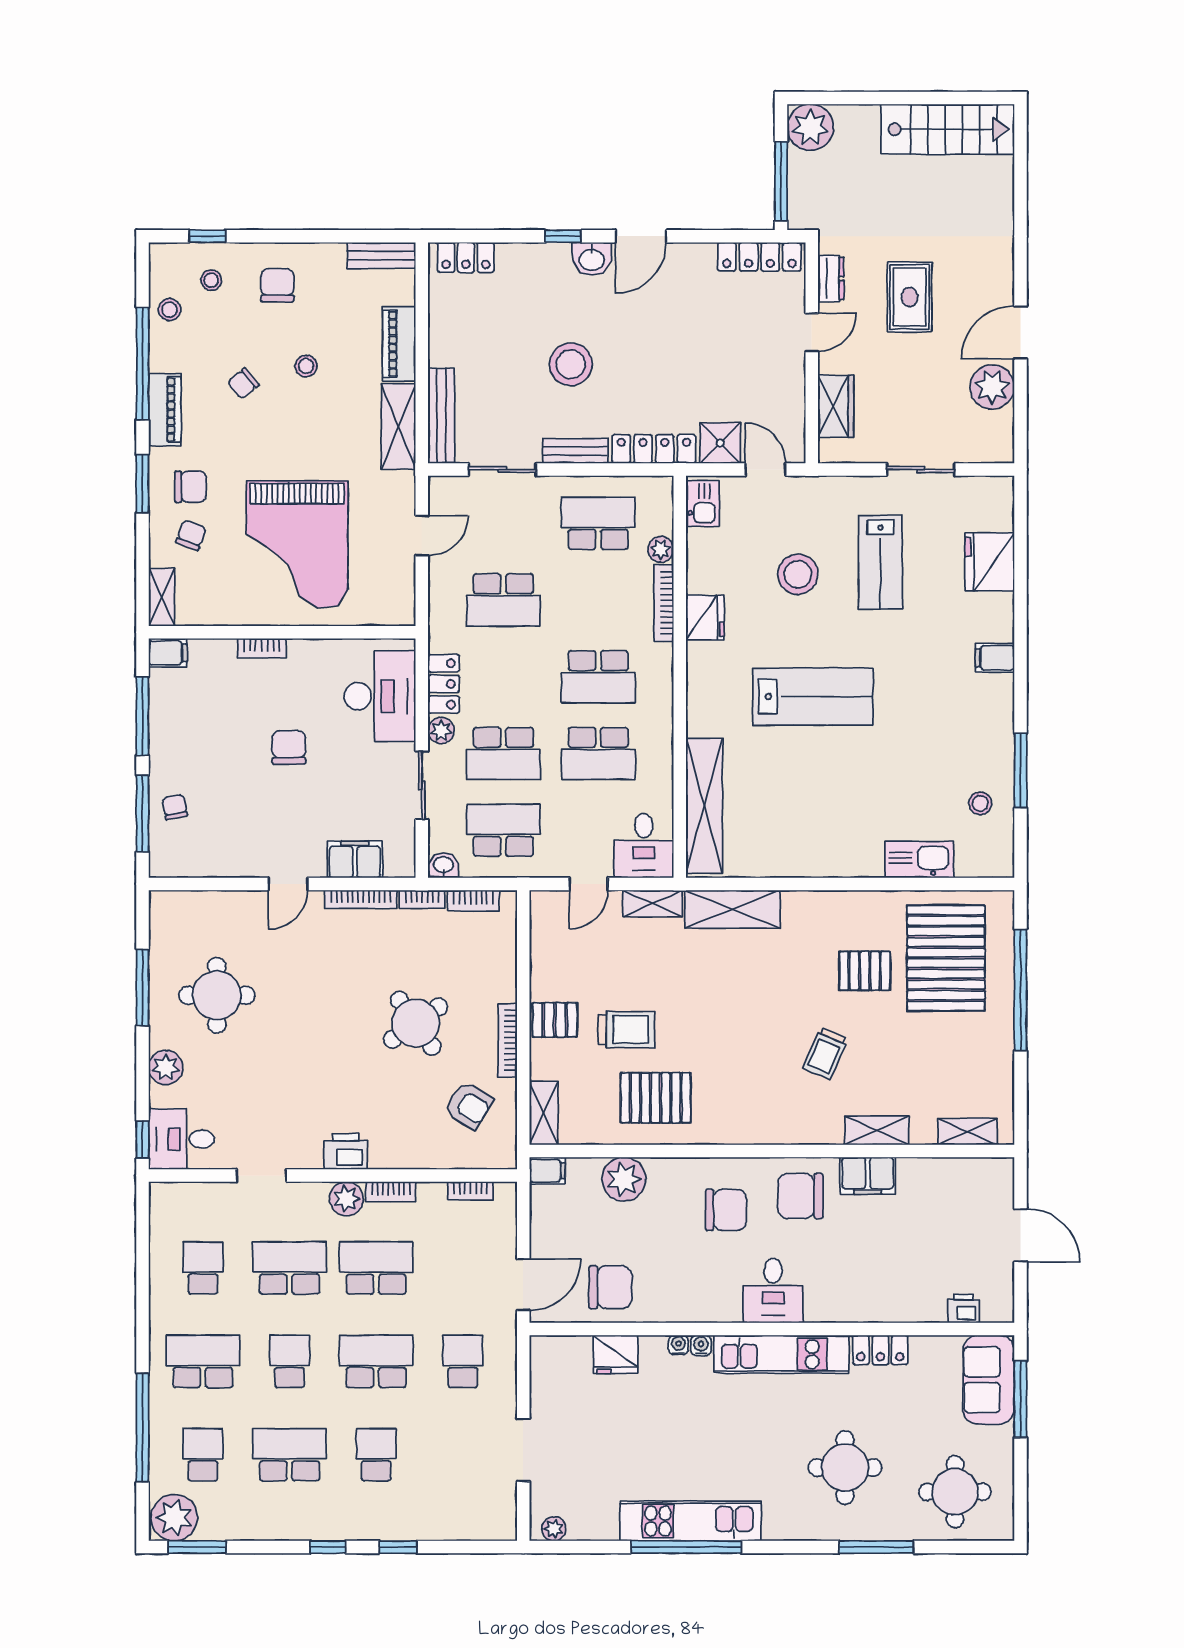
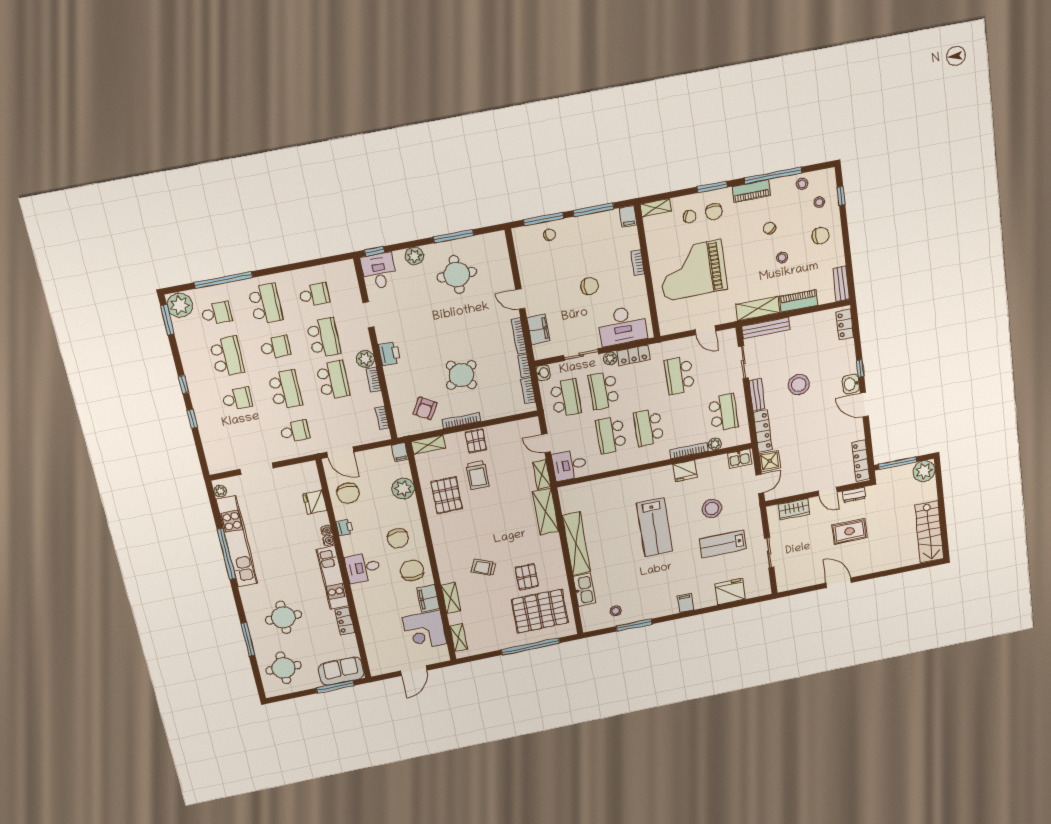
plant: (992, 387) -> (812, 576), removed
shelving: (704, 806) -> (576, 544), moved, turned 90
corner desk: (937, 1196) -> (425, 631), added
printer: (963, 1309) -> (345, 528), moved
kitchen unit: (690, 1521) -> (237, 542), width x1.36

